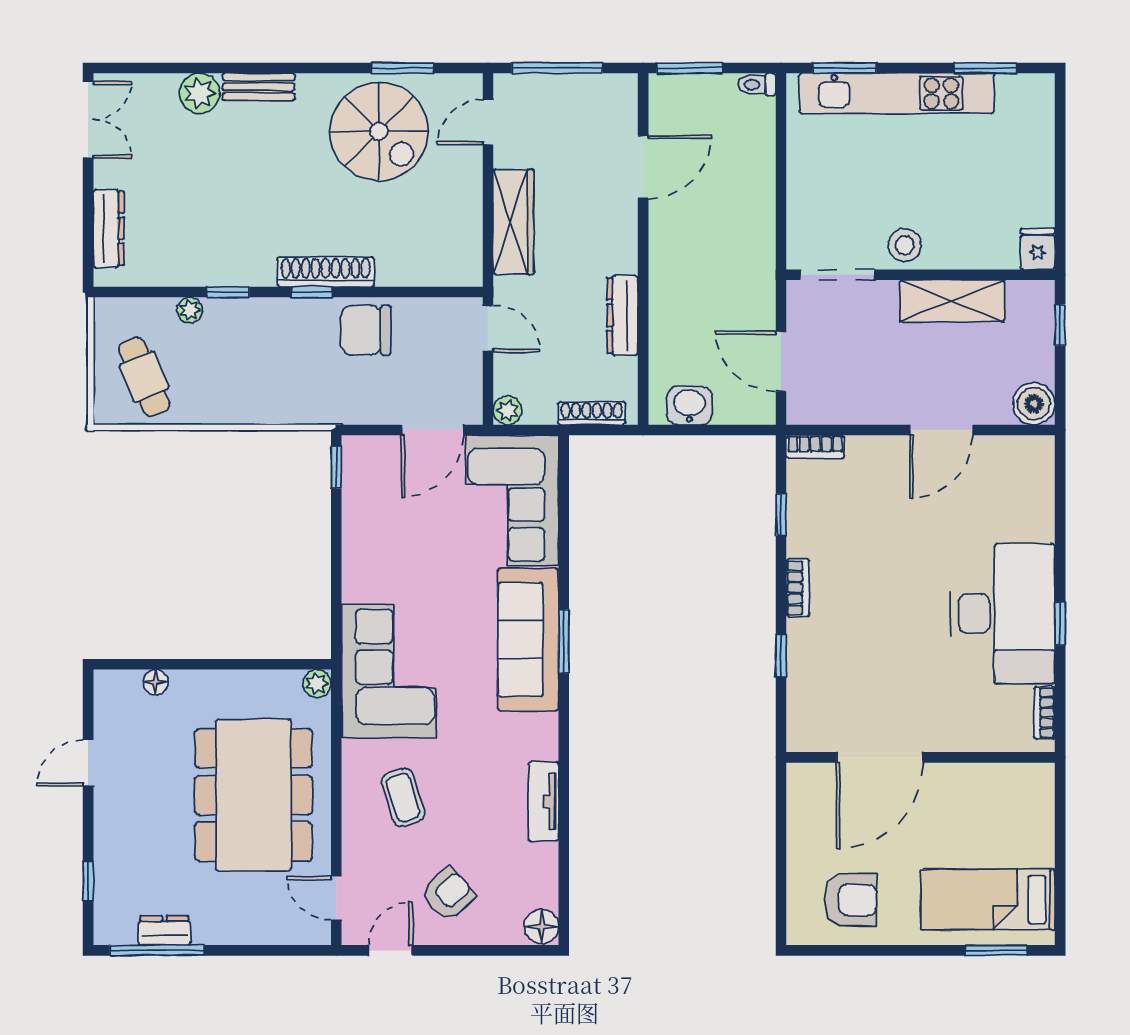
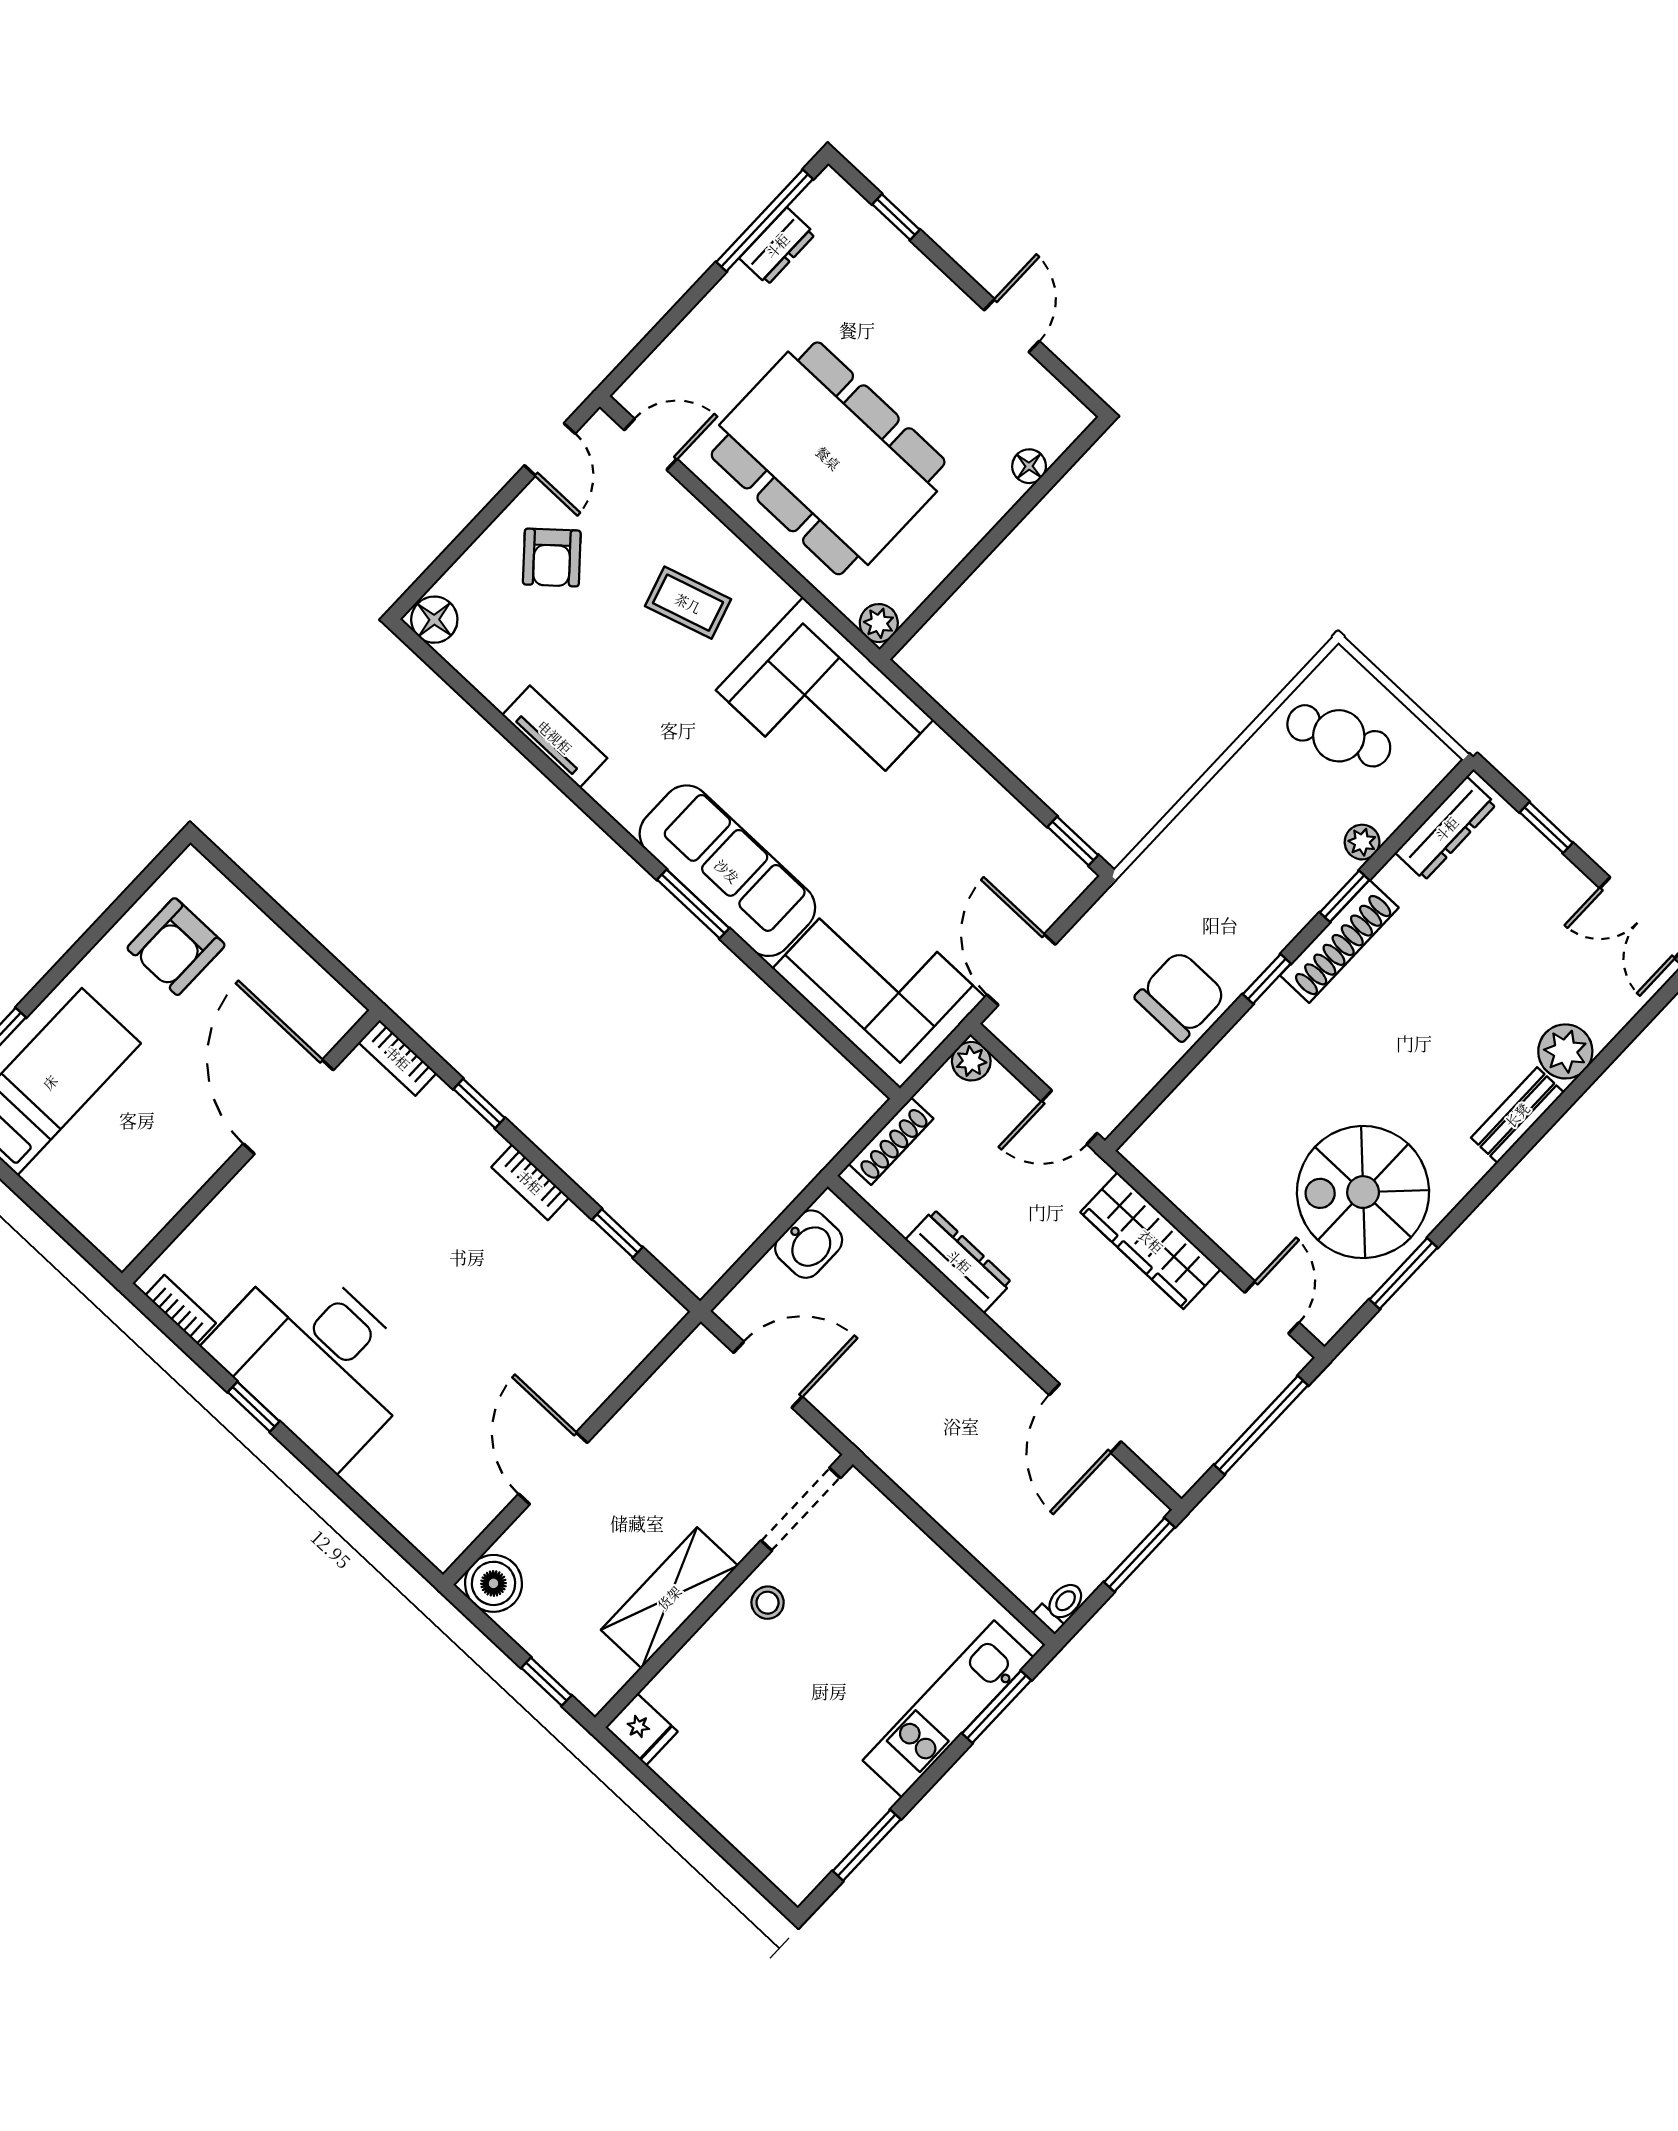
kitchen unit: (896, 93) -> (948, 1709), width x0.73
window: (88, 218) -> (1546, 828), added
dresser: (109, 228) -> (1446, 829), moved, turned -90
stool: (905, 245) -> (768, 1603), width x0.73, depth x0.73
shoe rack: (326, 272) -> (1339, 941), moved
bookcase: (815, 447) -> (398, 1058), moved, turned -90

